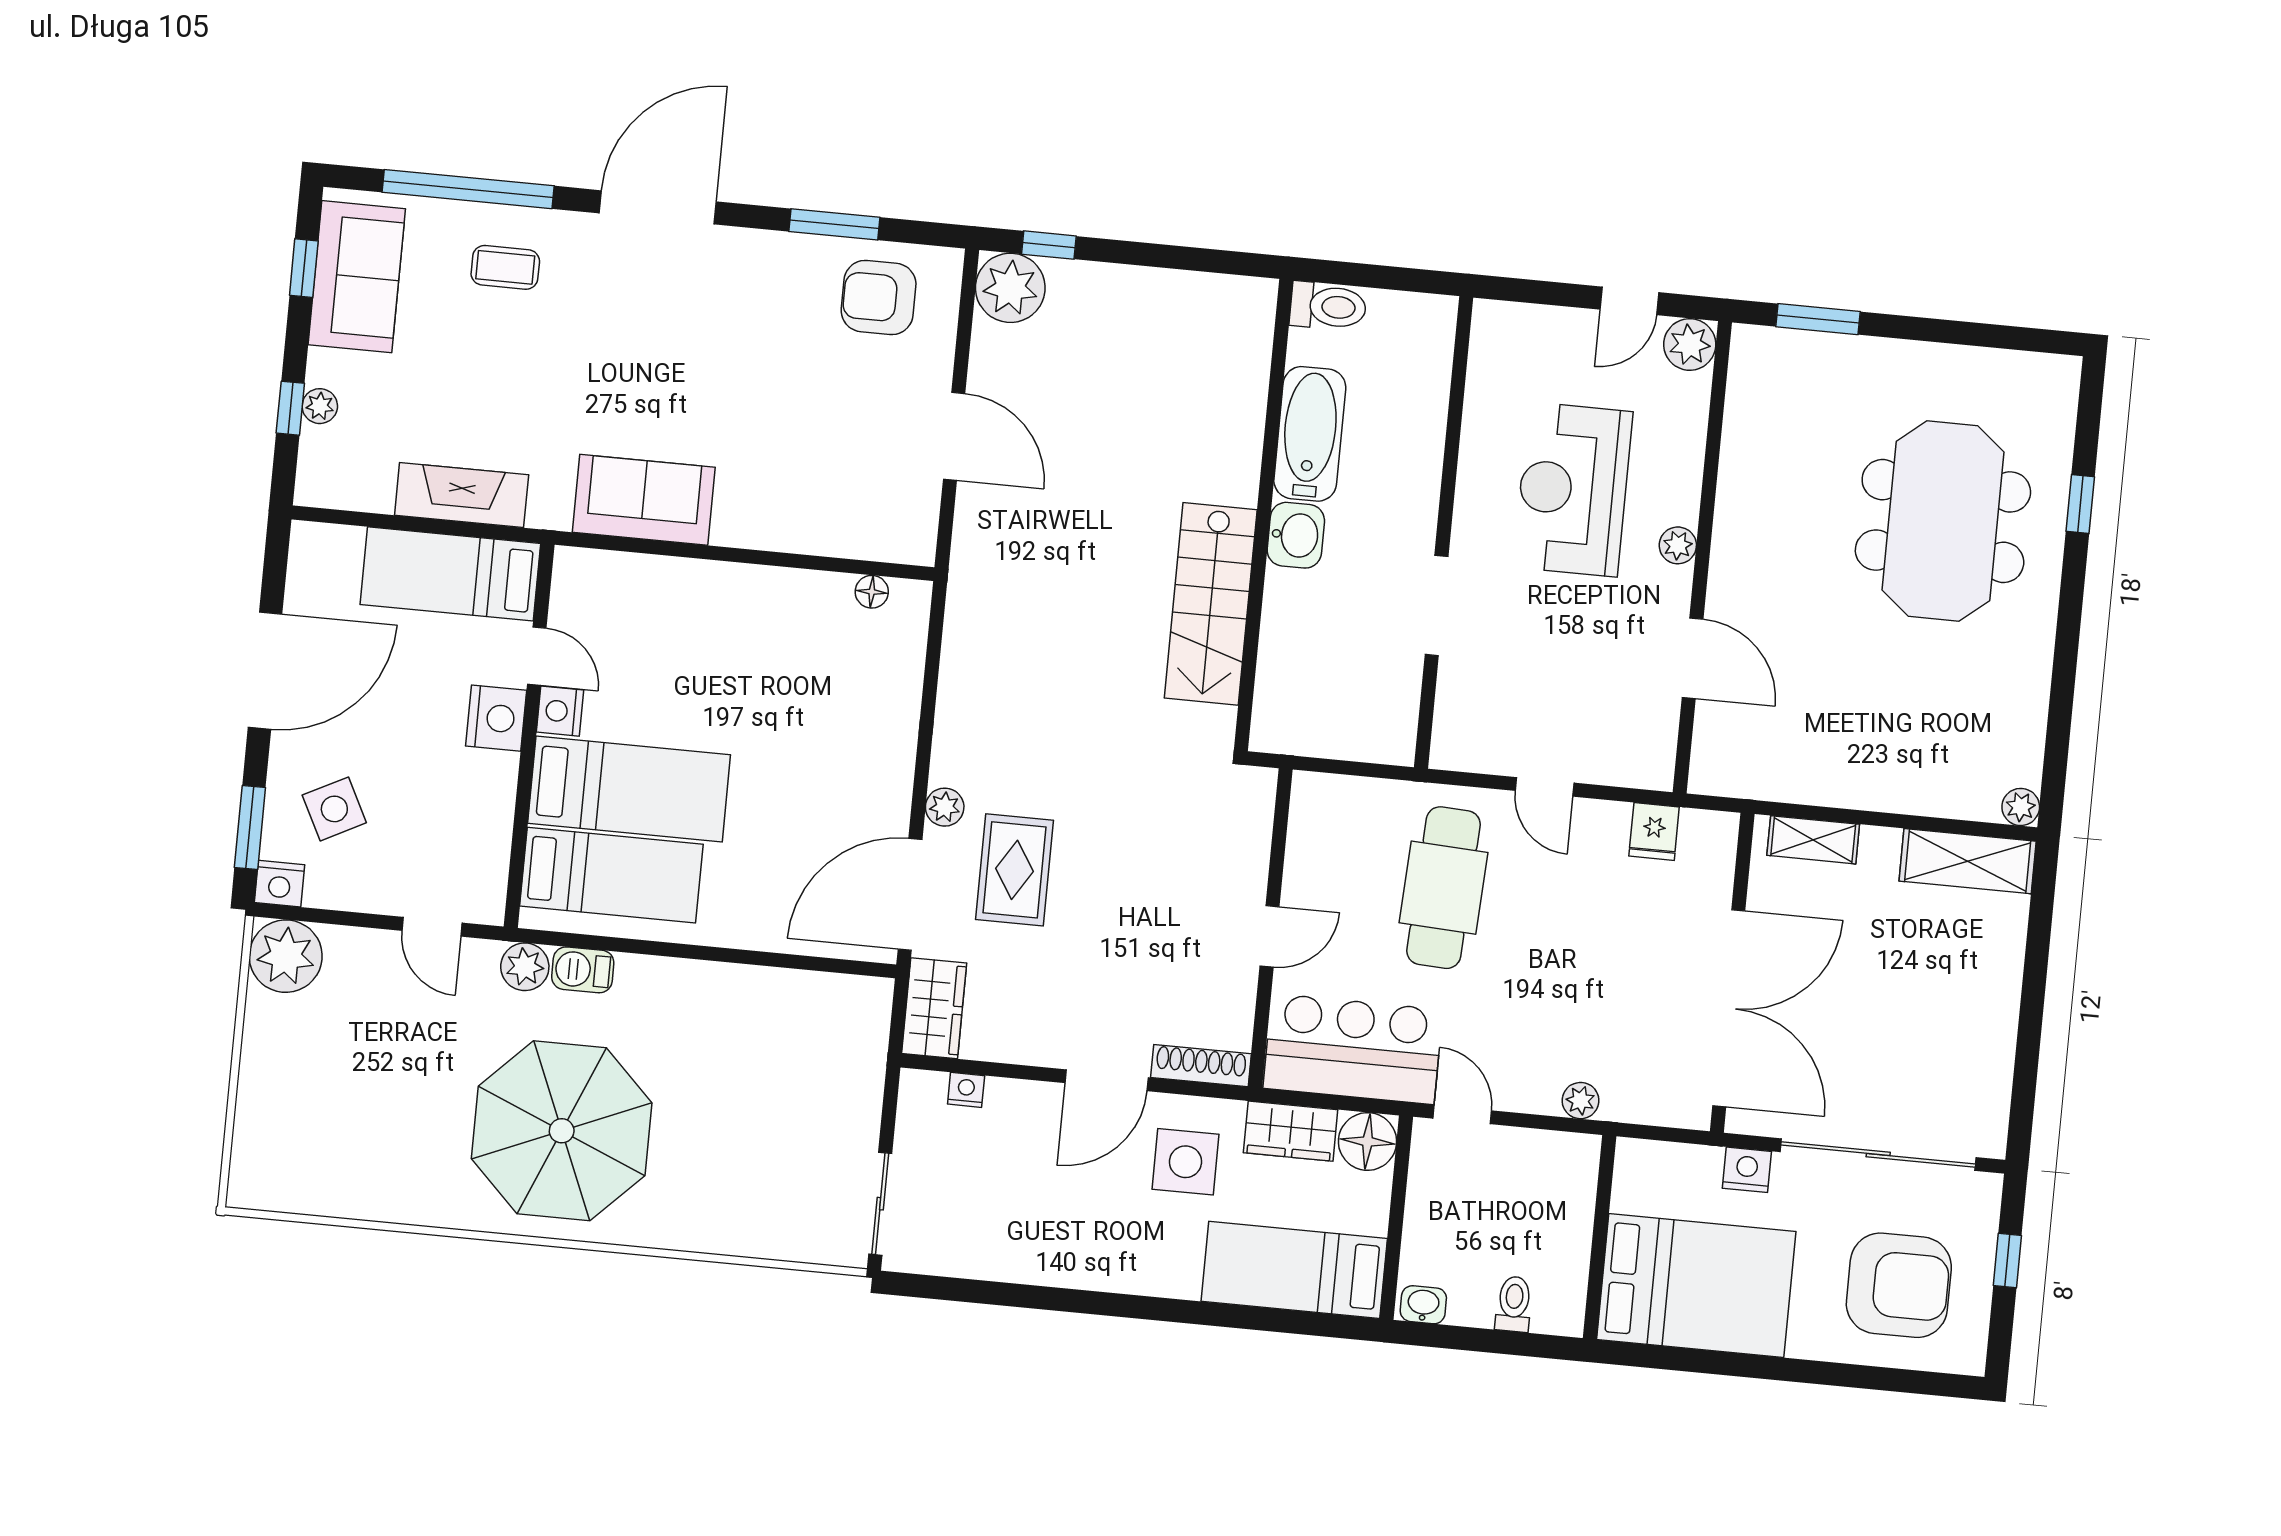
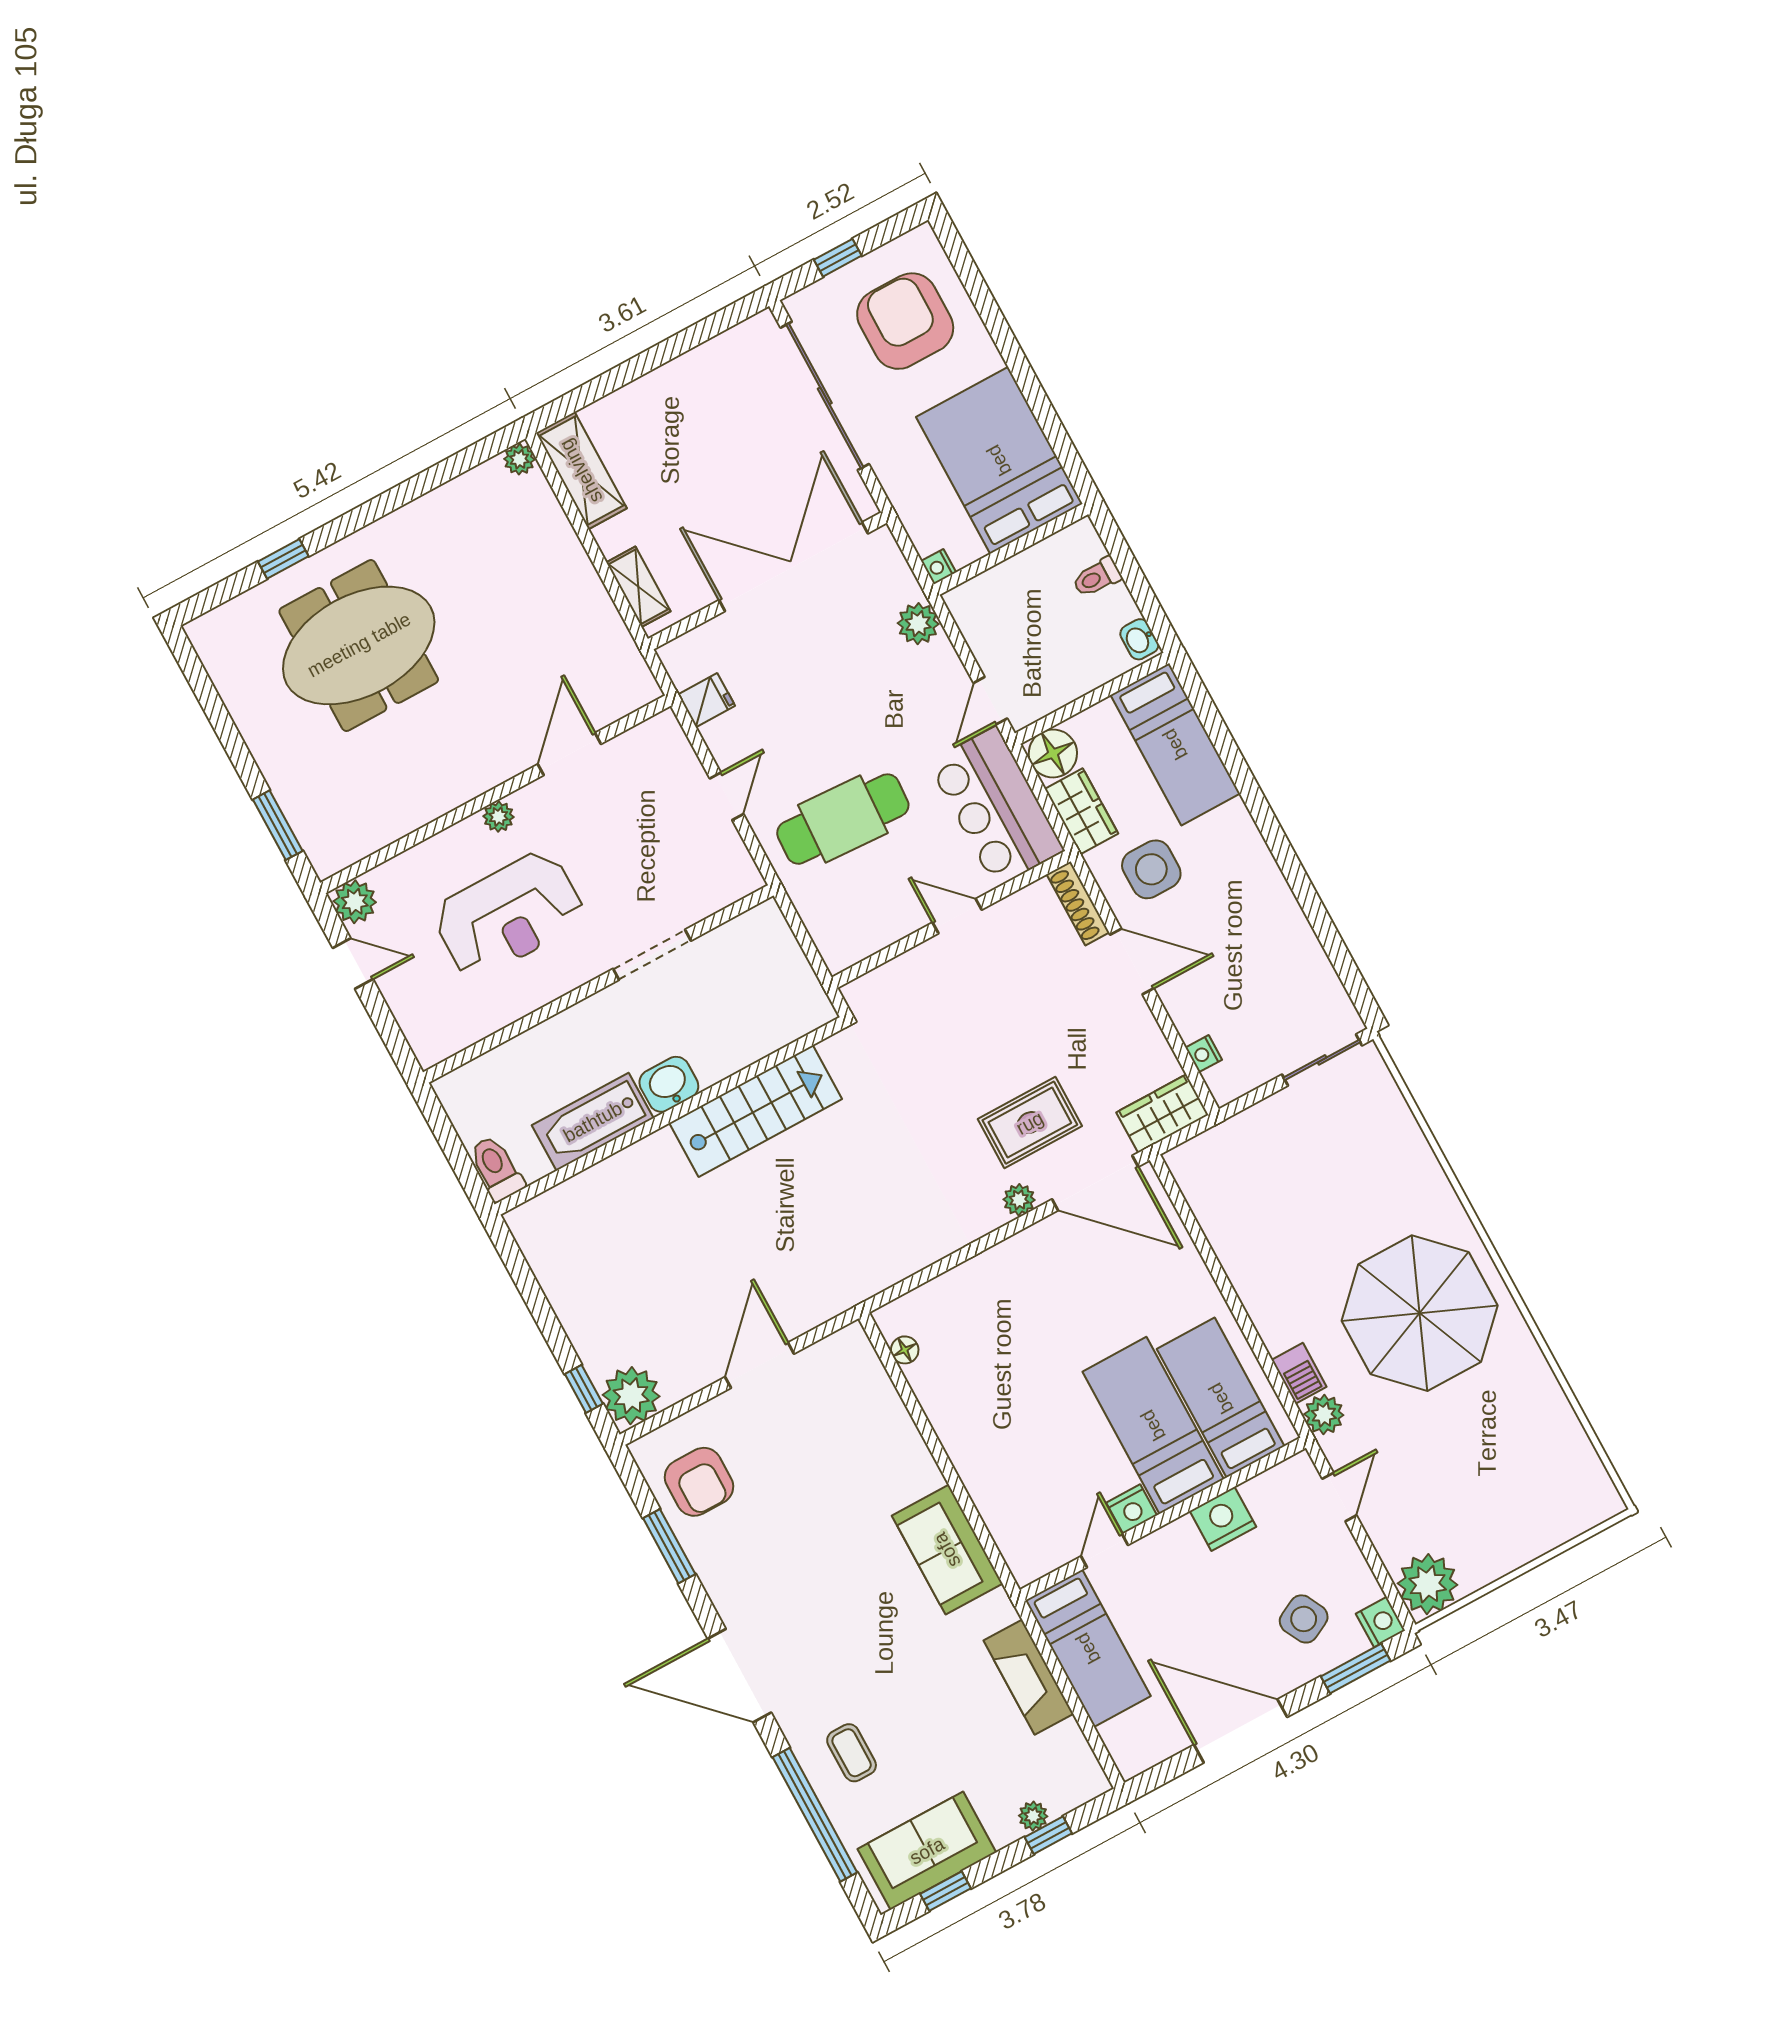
nightstand: (496, 718) -> (1223, 1519), moved
plant: (1580, 1101) -> (918, 624), width x1.38, depth x1.38
nightstand: (1747, 1170) -> (939, 567), moved, width x0.72, depth x0.74

